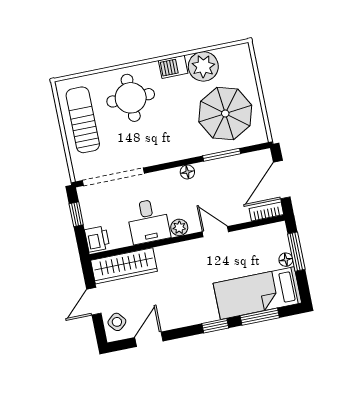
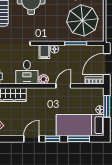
filing cabinet: (171, 180) -> (44, 52), added
door: (215, 232) -> (63, 86), hinge flipped
door: (149, 339) -> (31, 139), moved

